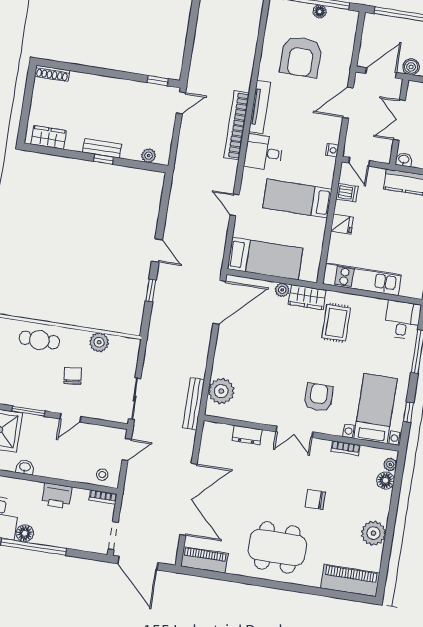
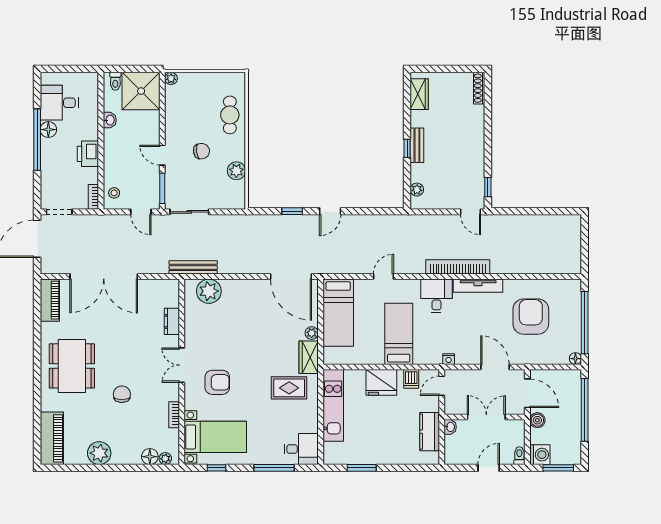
floor lamp: (320, 12) -> (575, 359), moved
armchair: (301, 57) -> (531, 317), turned 90
fridge: (342, 224) -> (381, 382), width x1.88, depth x1.34
window: (29, 411) -> (162, 188), moved

